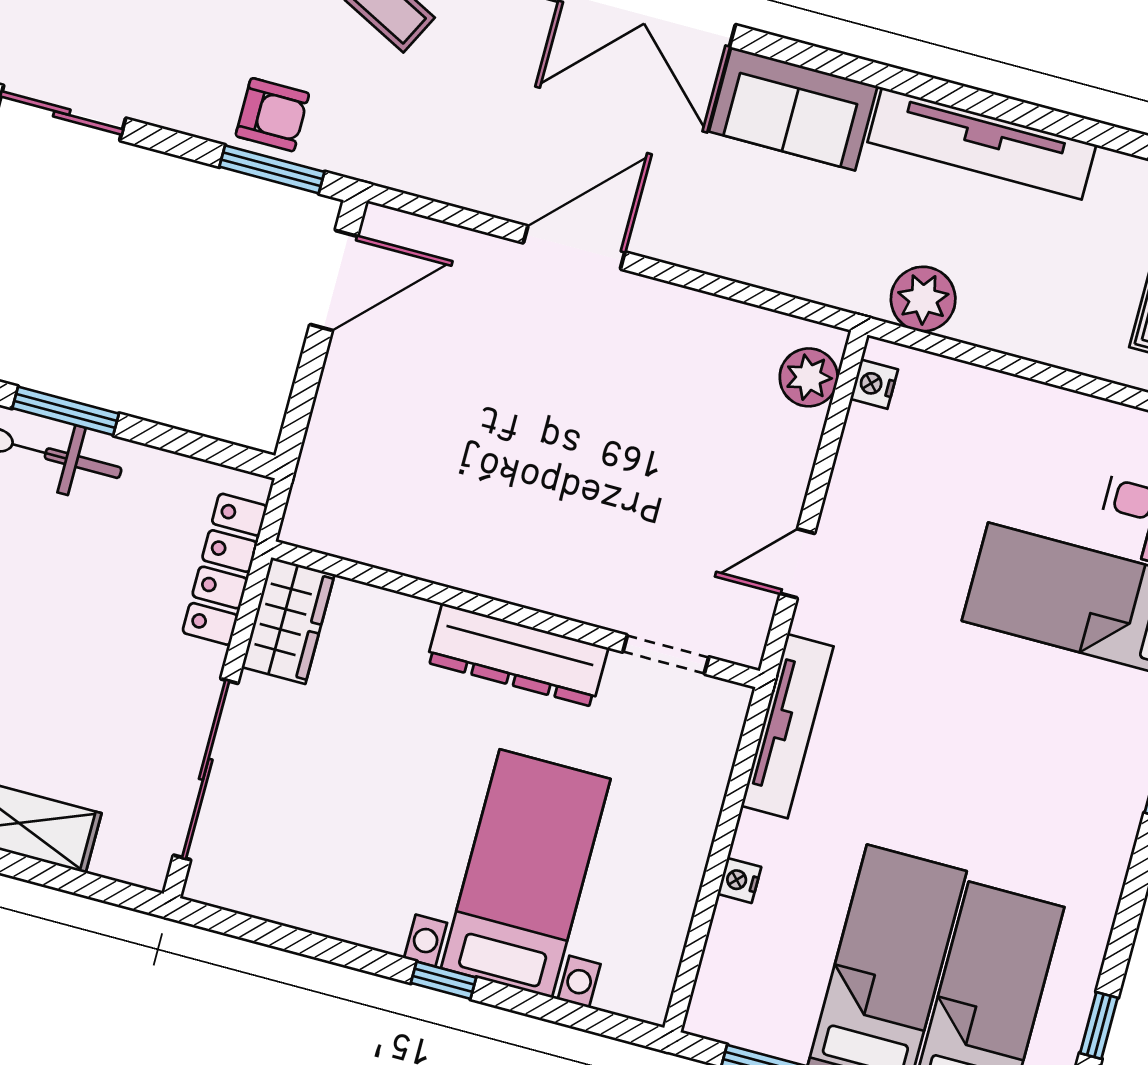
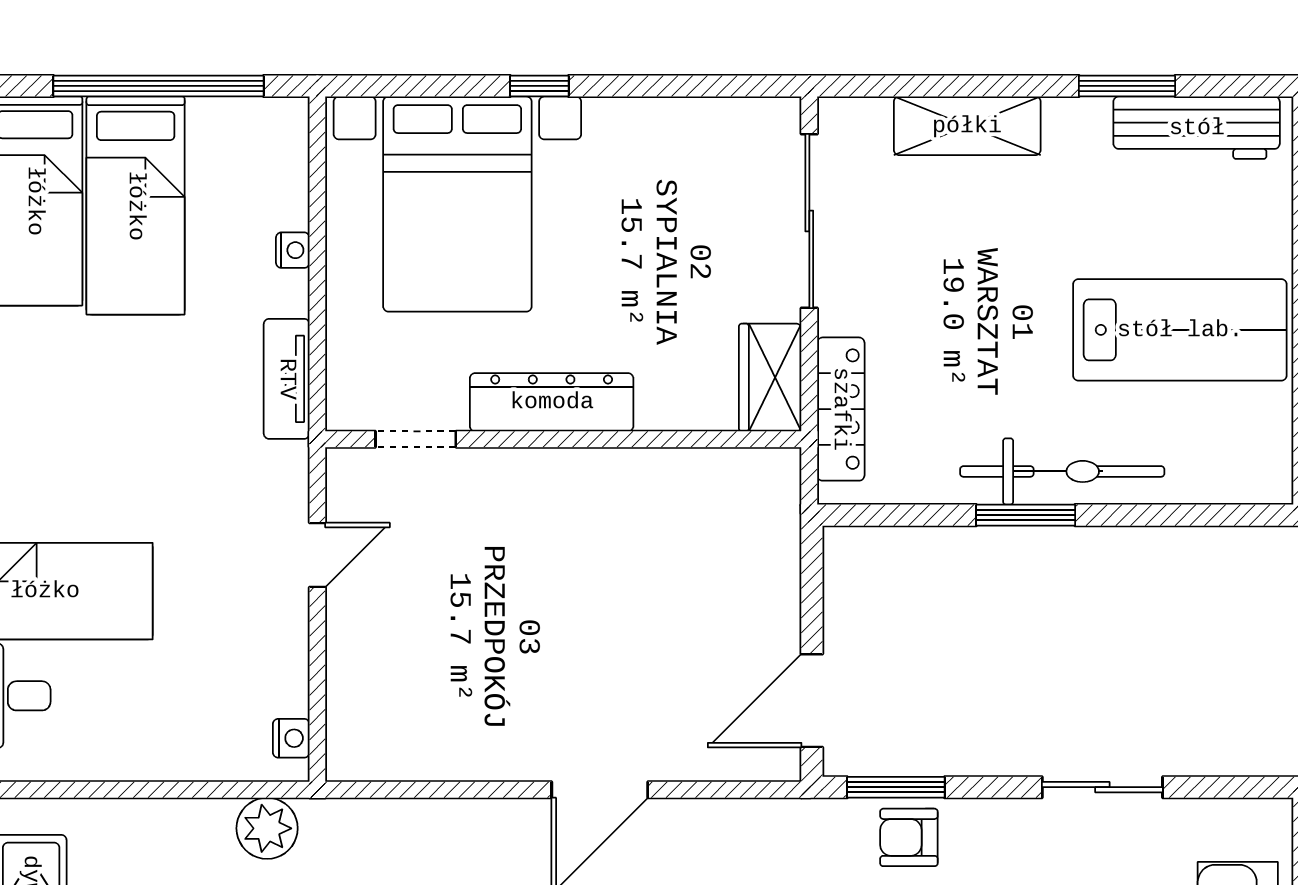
plant: (809, 377) -> (353, 728), removed
tv unit: (787, 726) -> (287, 379), width x0.71
bed with nightstands: (526, 874) -> (457, 204), width x1.36

